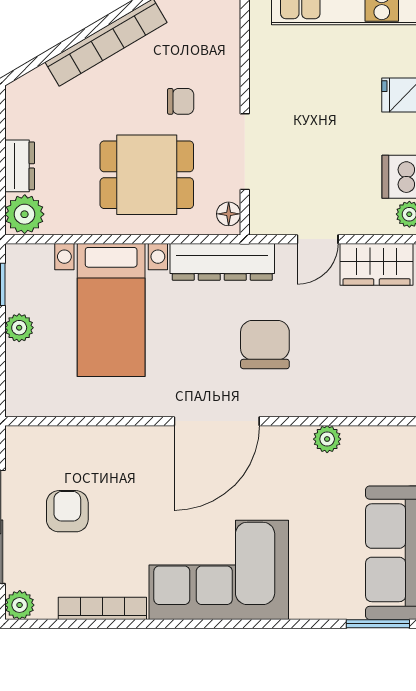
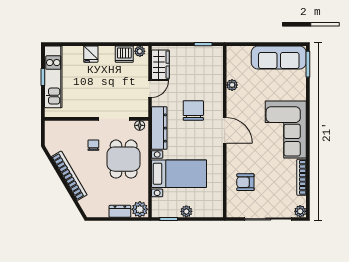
door: (318, 239) -> (150, 89), hinge flipped
chair: (265, 345) -> (193, 111), turned 90
door: (217, 421) -> (225, 130), width x0.73
armchair: (67, 511) -> (245, 182), moved

